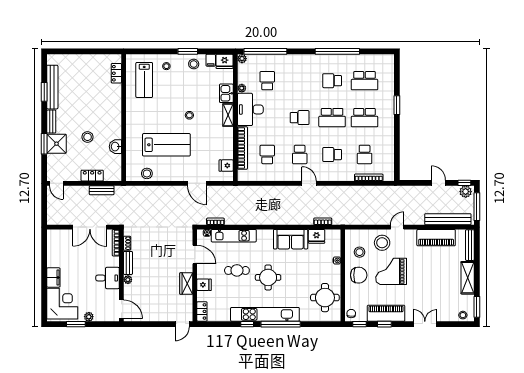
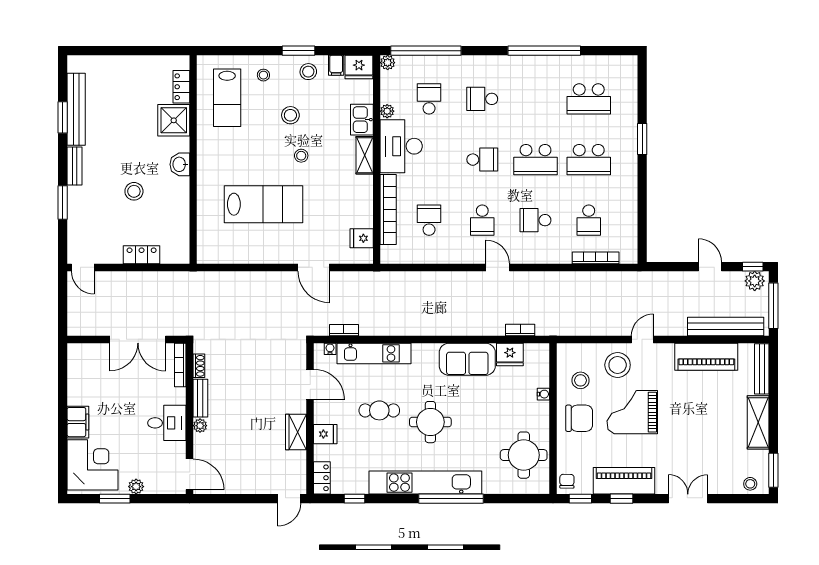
school desk: (332, 81) -> (482, 99), moved
shower: (56, 144) -> (174, 120), moved
washbasin: (115, 147) -> (180, 164), moved
stool: (147, 173) -> (290, 115), moved
bench: (102, 190) -> (157, 279), removed
window: (247, 324) -> (355, 499), moved

